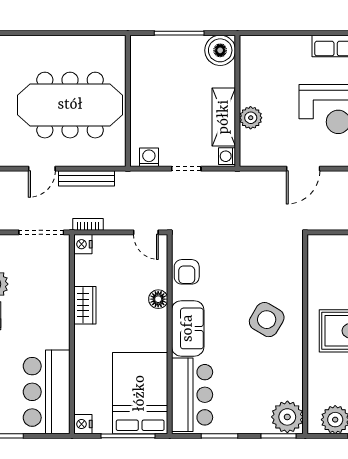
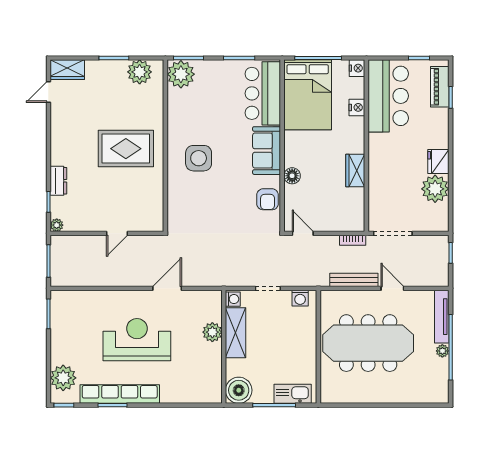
kitchen sink: (158, 46) -> (293, 394), added
door: (42, 169) -> (392, 288), hinge flipped
nightstand: (83, 244) -> (357, 107), moved
armchair: (187, 272) -> (268, 199), turned 180
side table: (267, 320) -> (199, 158), turned -31

